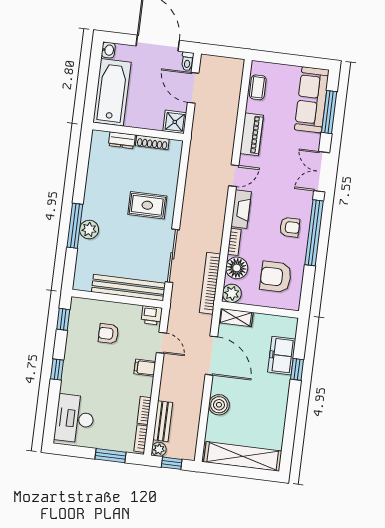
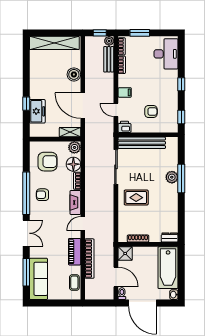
dresser: (122, 140) -> (170, 237), moved
bookcase: (210, 283) -> (89, 259), moved

